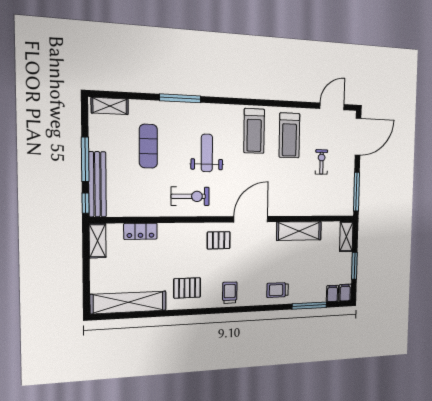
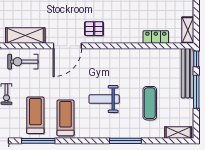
window: (287, 104) -> (38, 141), added
weight bench: (207, 153) -> (104, 99), turned 90
exercise bike: (190, 196) -> (23, 62), moved

